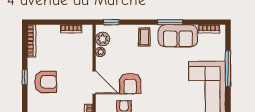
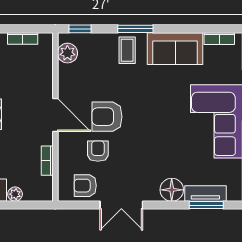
window: (170, 22) -> (135, 29), moved
plant: (100, 52) -> (64, 71), removed
armchair: (130, 84) -> (107, 117), turned 90

